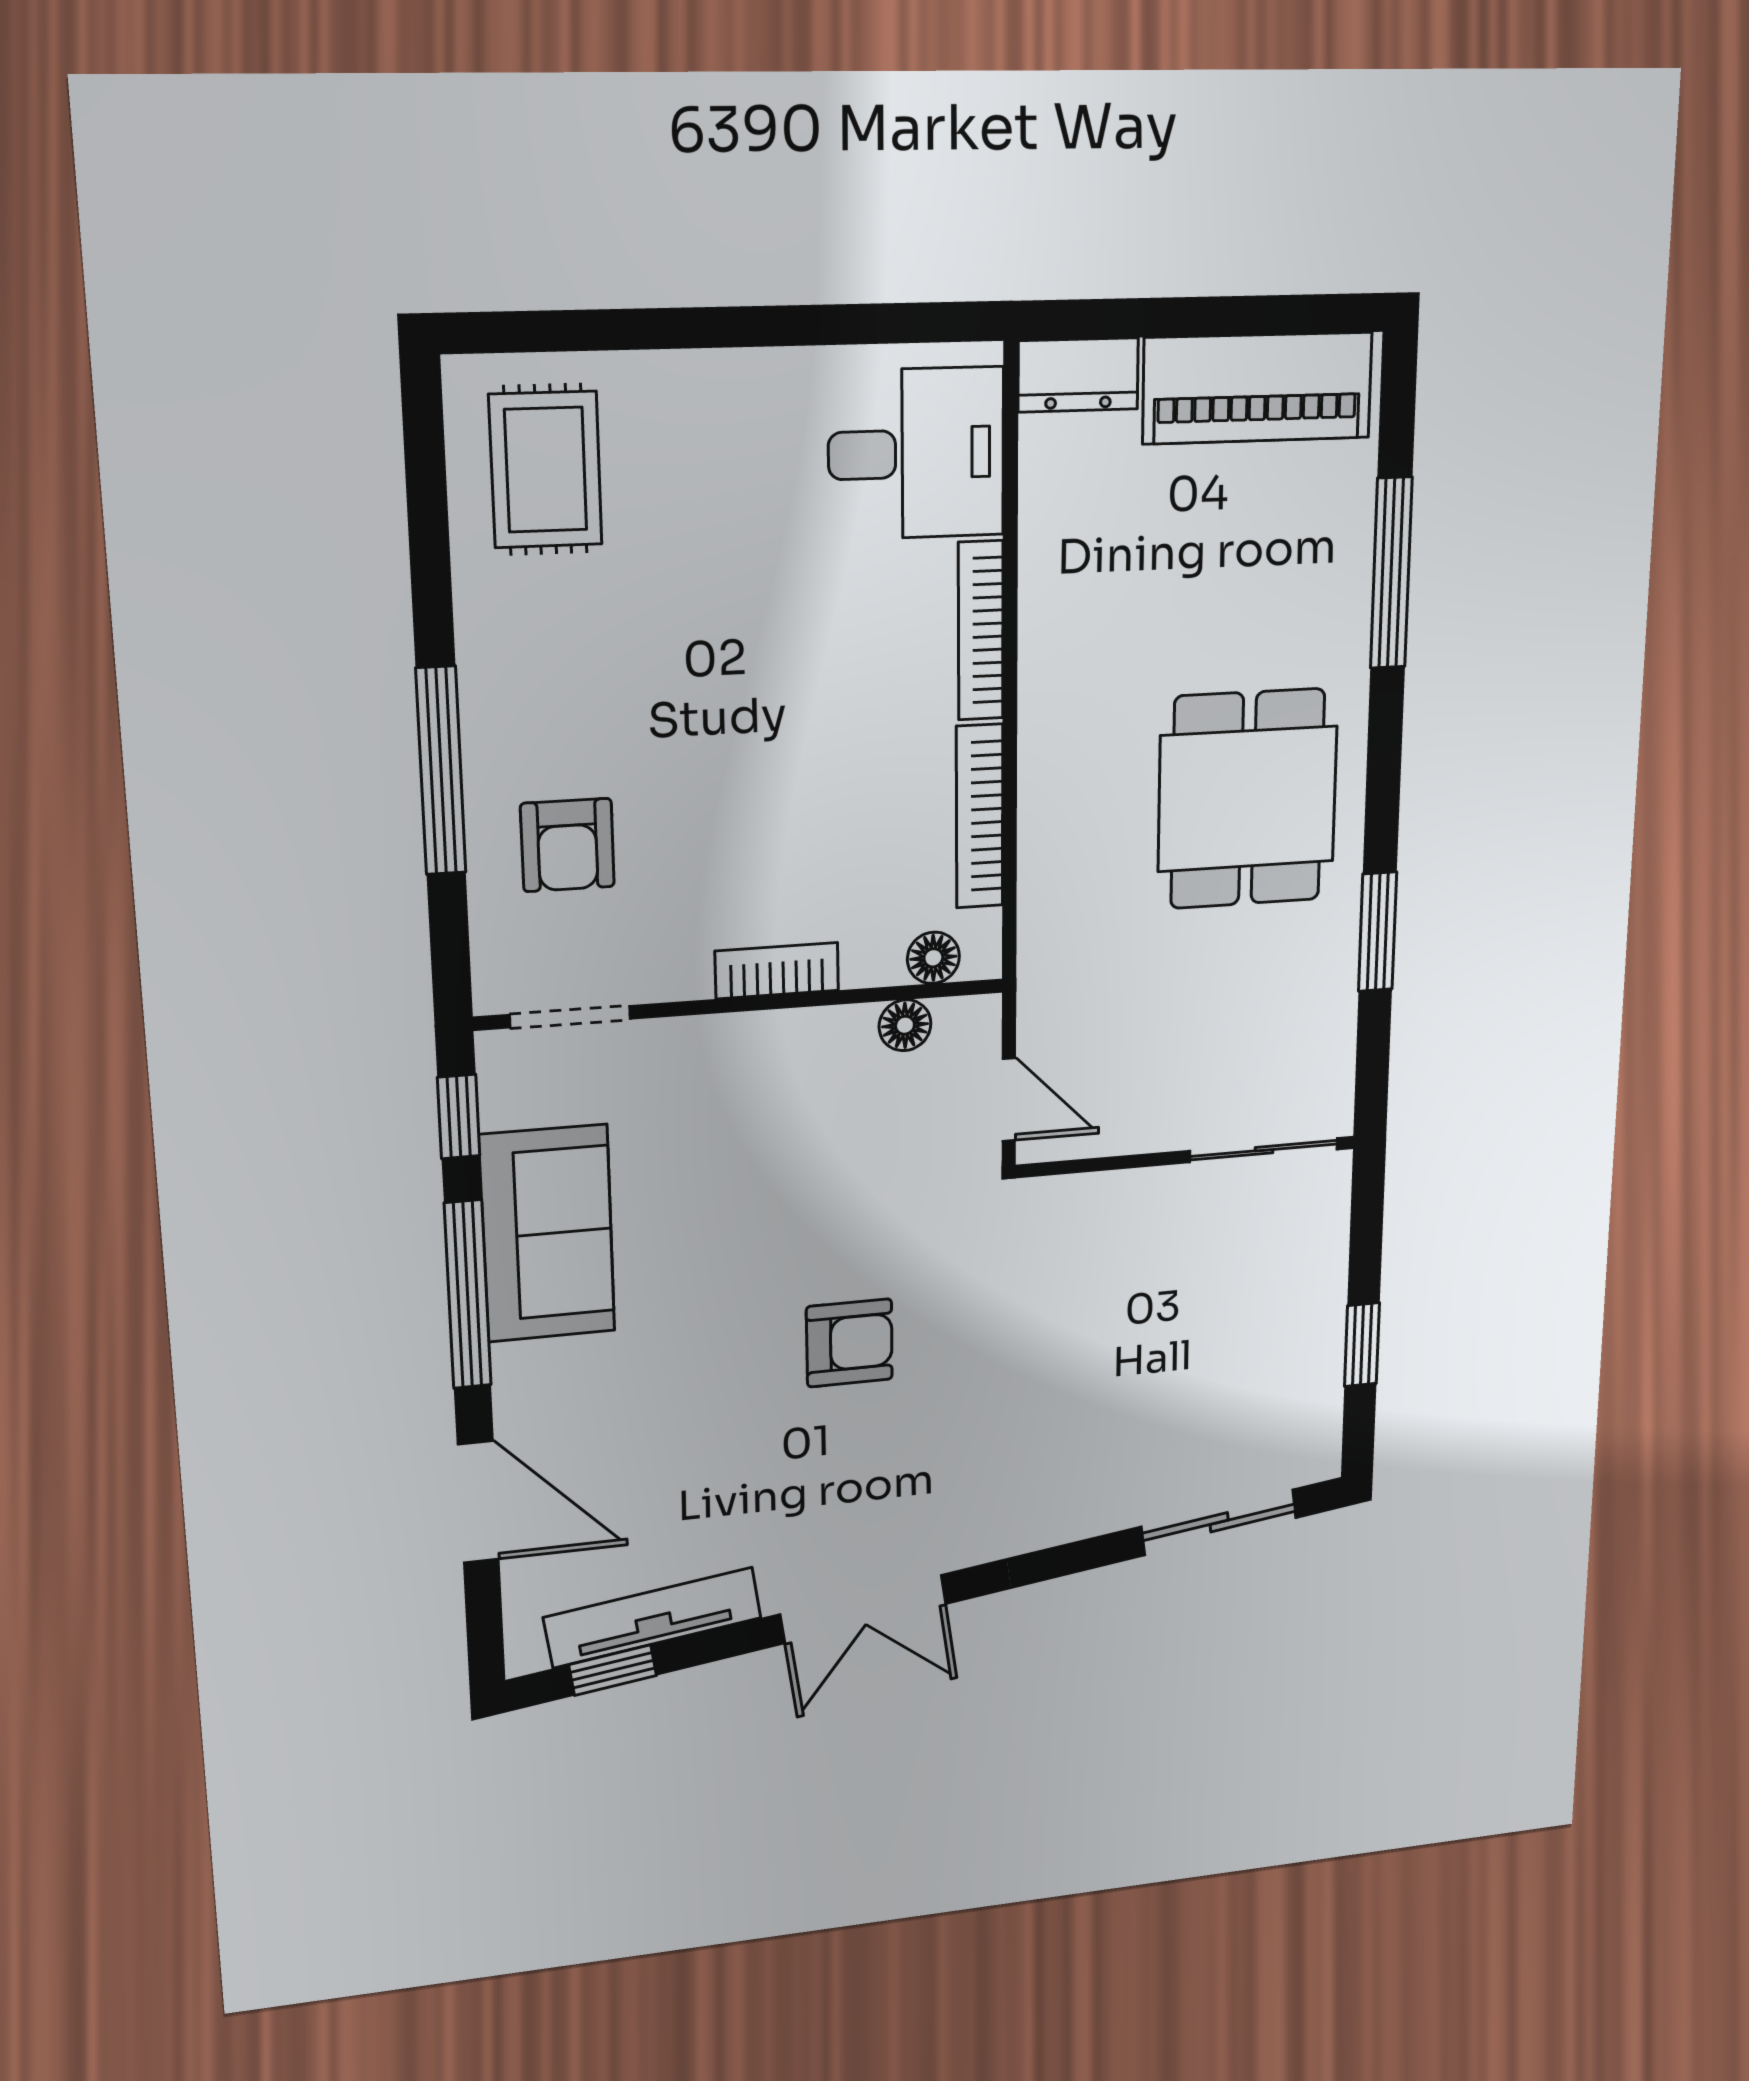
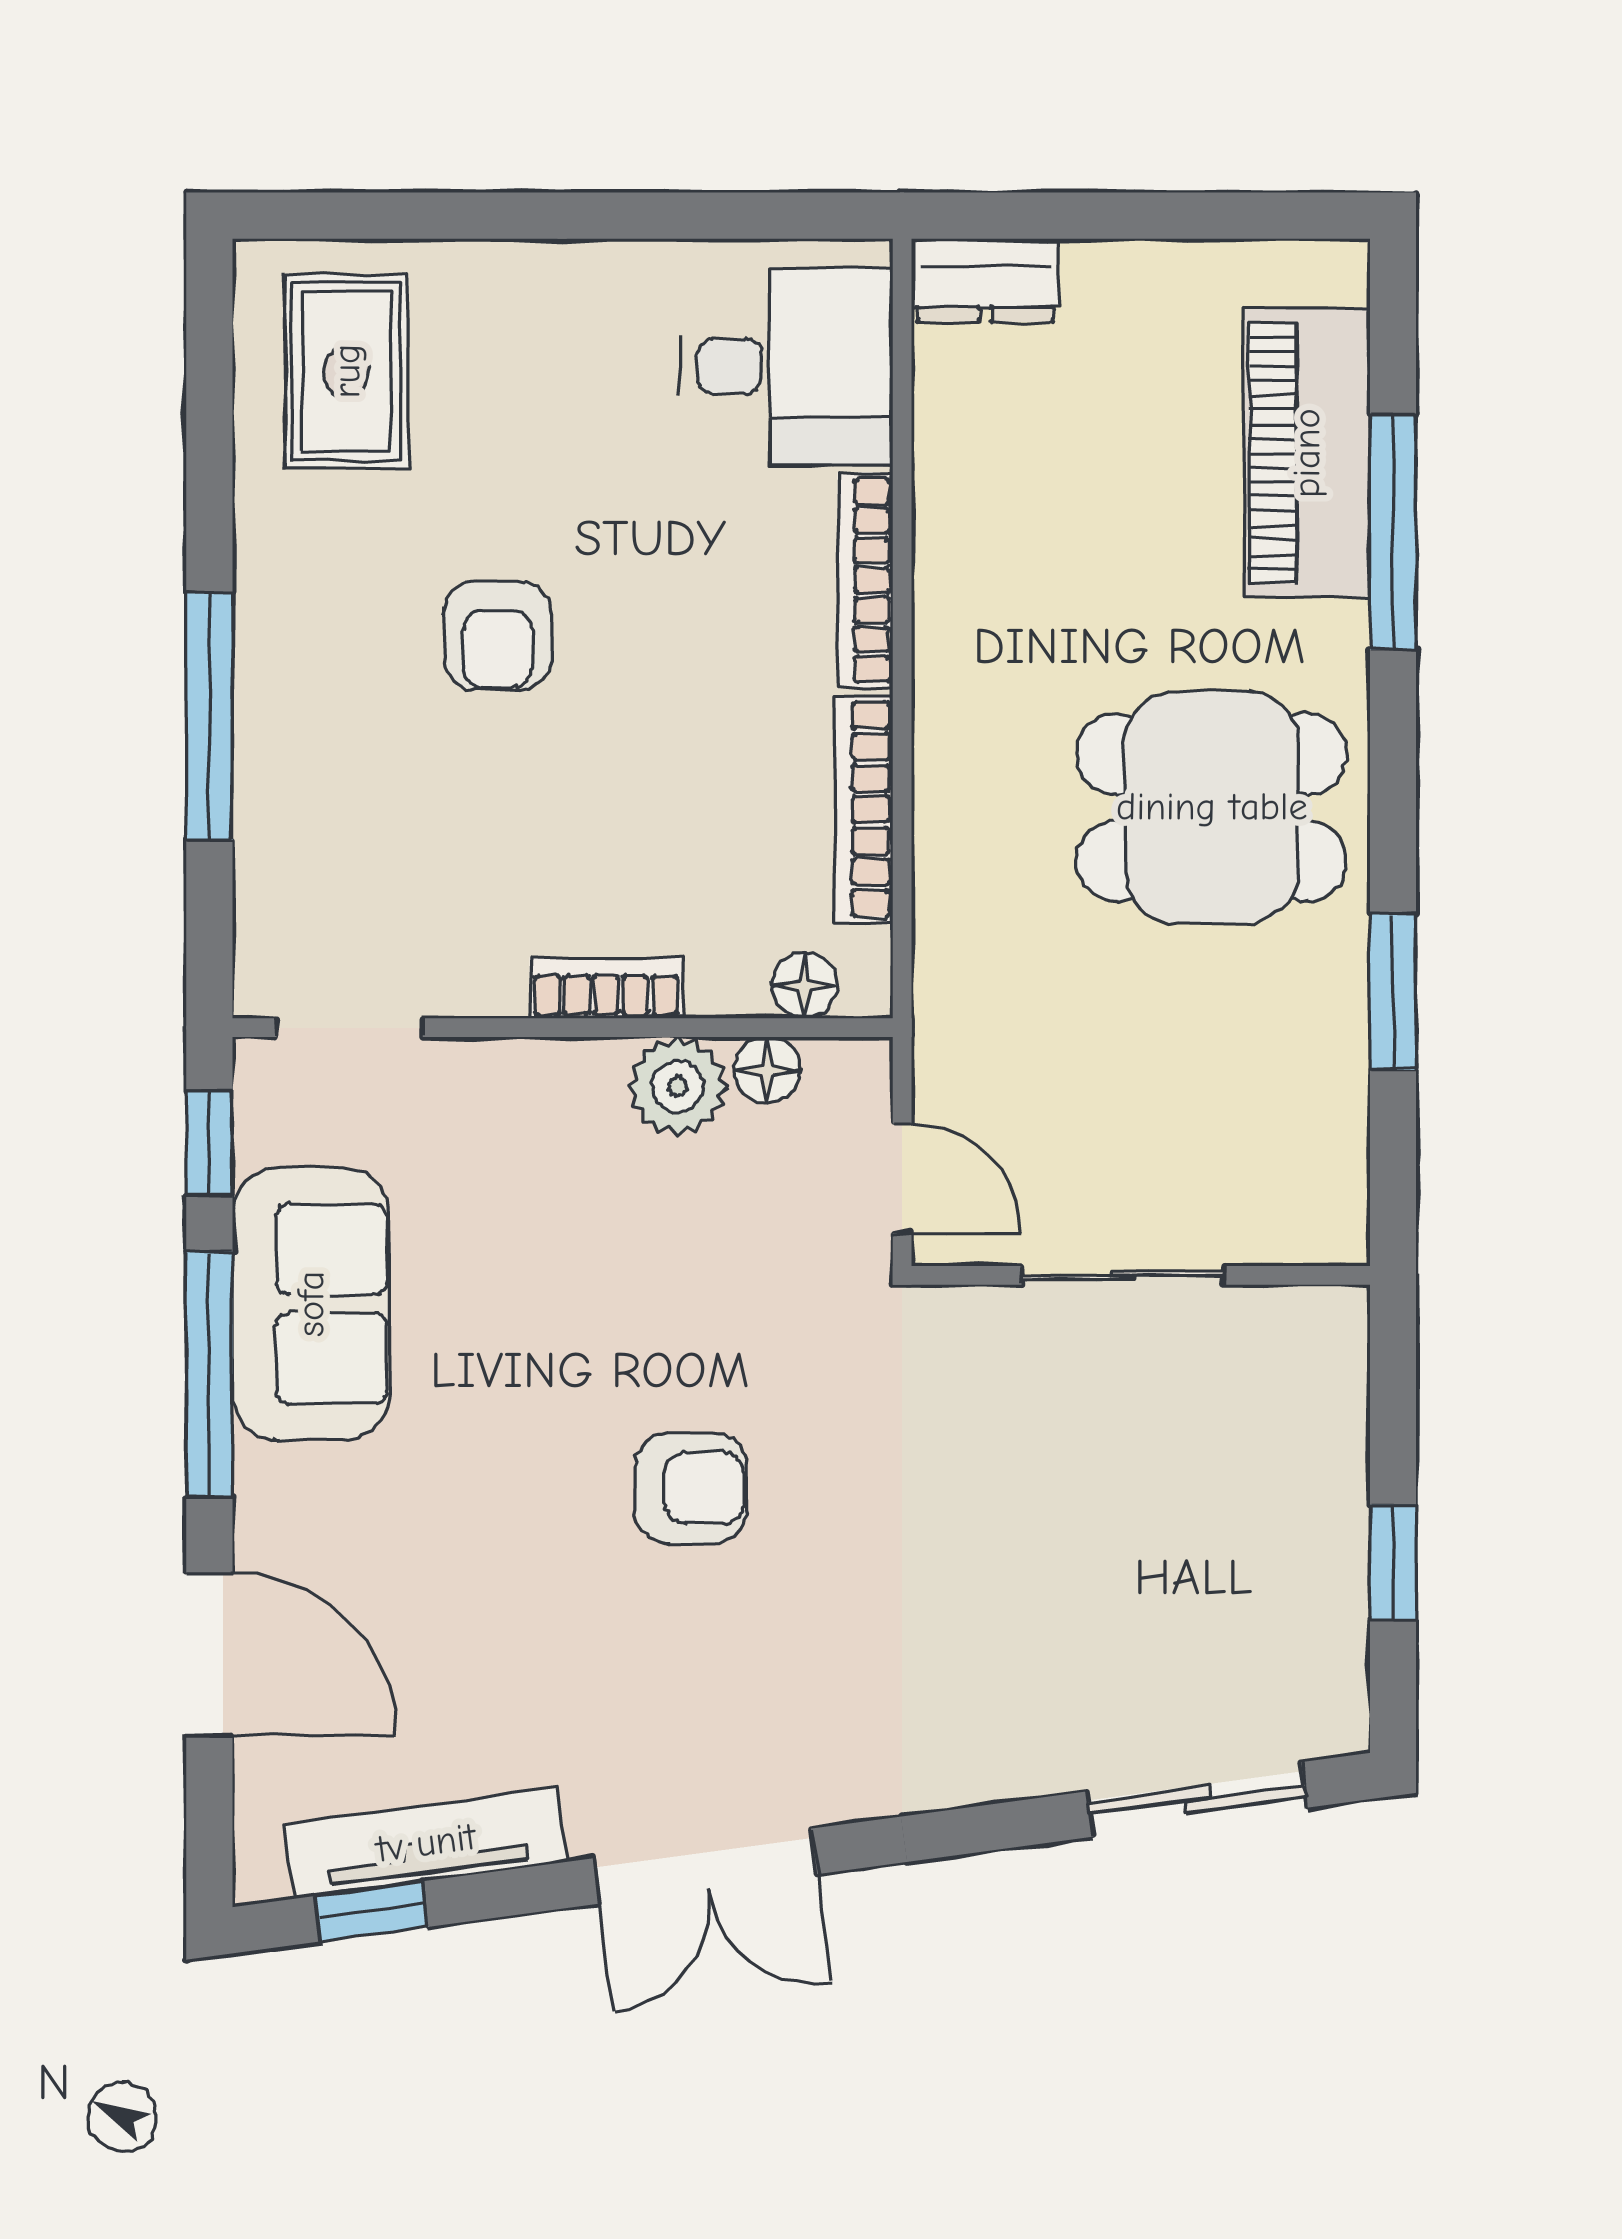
piano: (1258, 388) -> (1307, 453), moved, turned 90
dining table: (1247, 799) -> (1212, 807), turned 90
armchair: (567, 845) -> (498, 635), moved
plant: (835, 1043) -> (678, 1086), added
sliding door: (1264, 1150) -> (1123, 1275), moved

